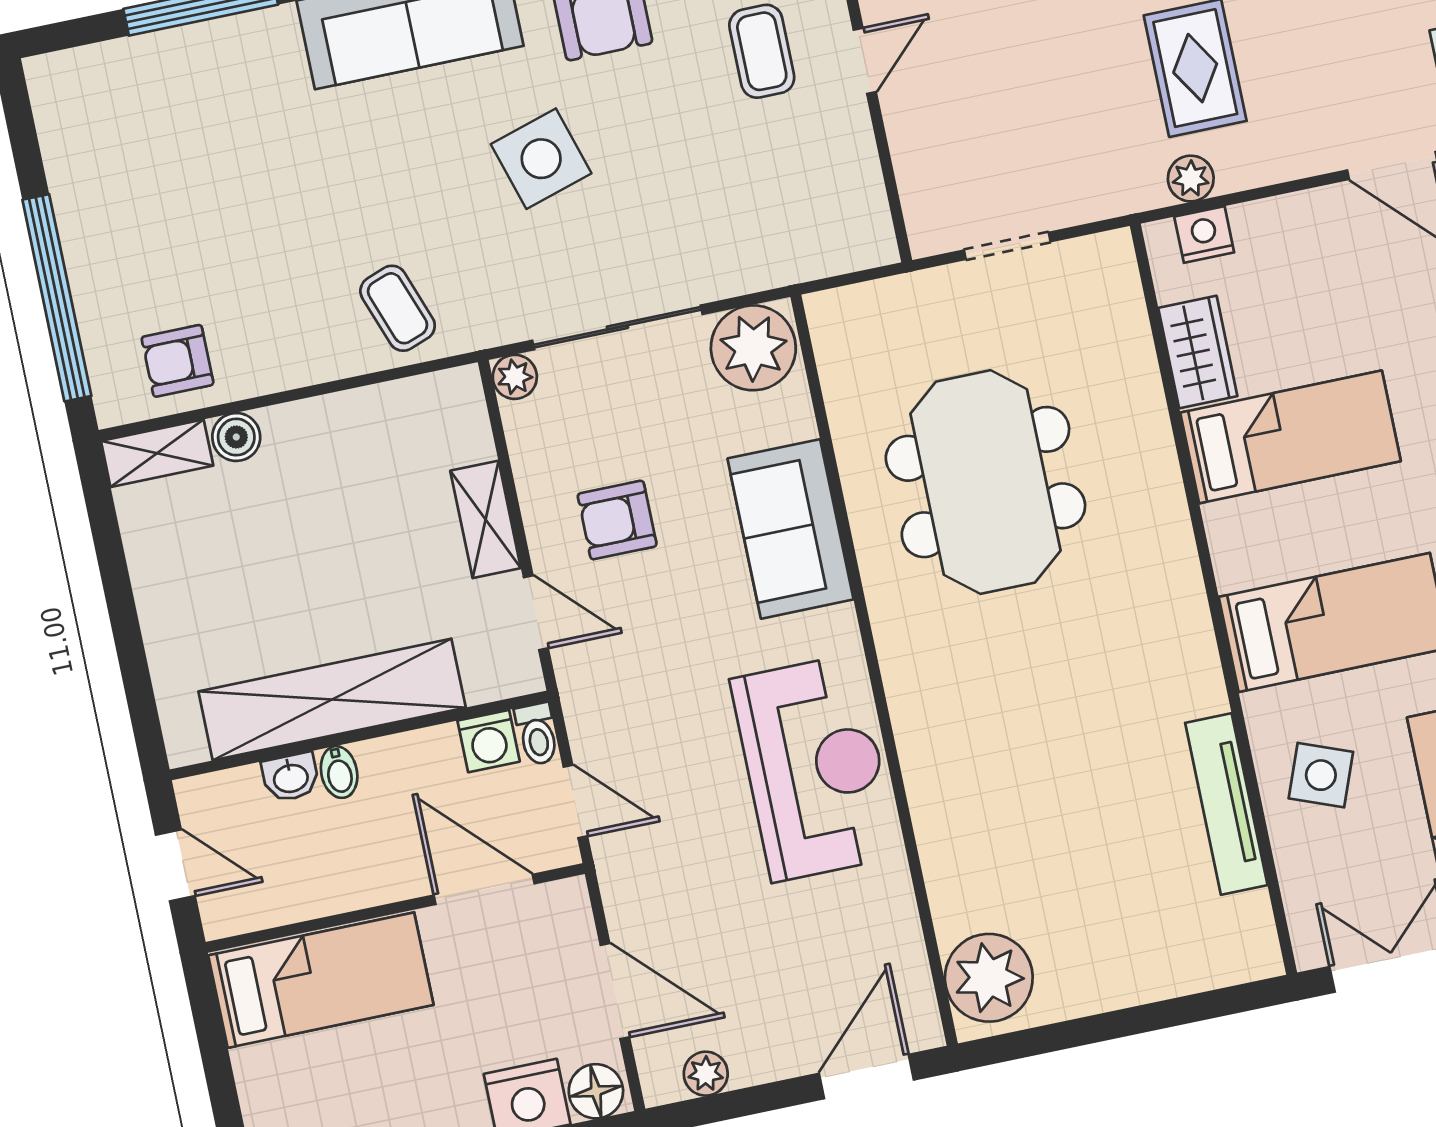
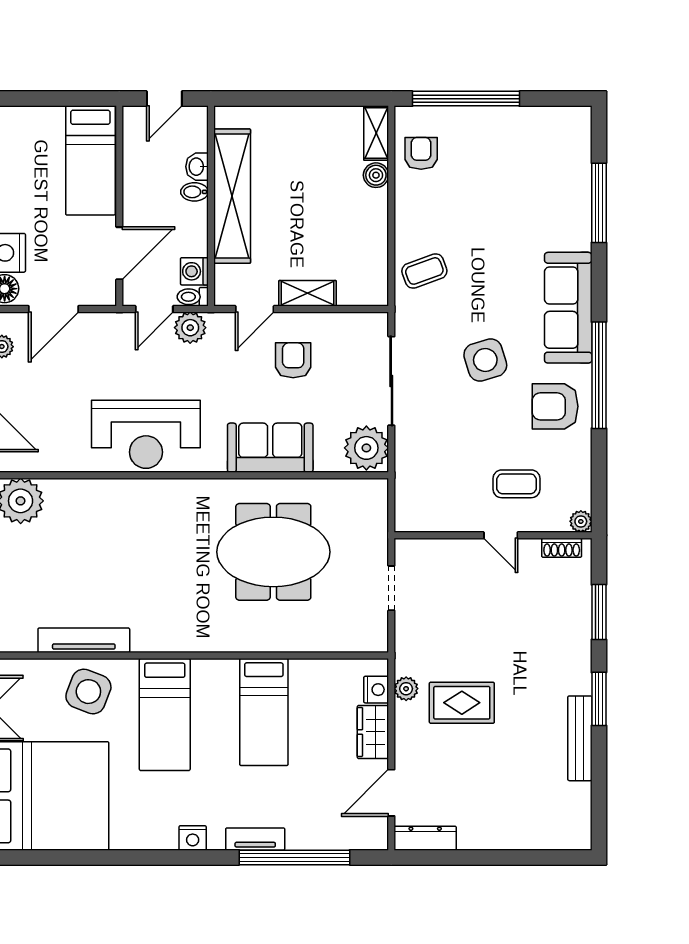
wardrobe: (1198, 352) -> (373, 732), moved, turned 90
plant: (515, 377) -> (190, 328), moved, width x1.38, depth x1.38
side table: (1321, 775) -> (88, 692), width x1.37, depth x1.37

